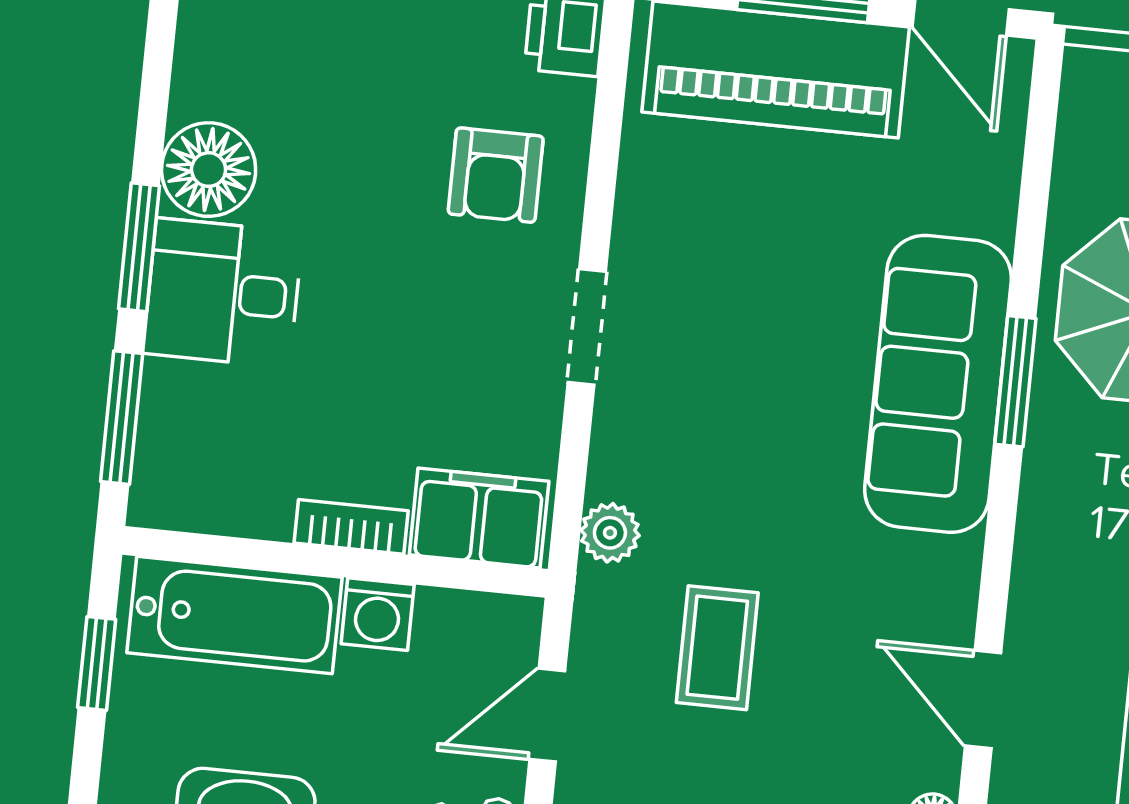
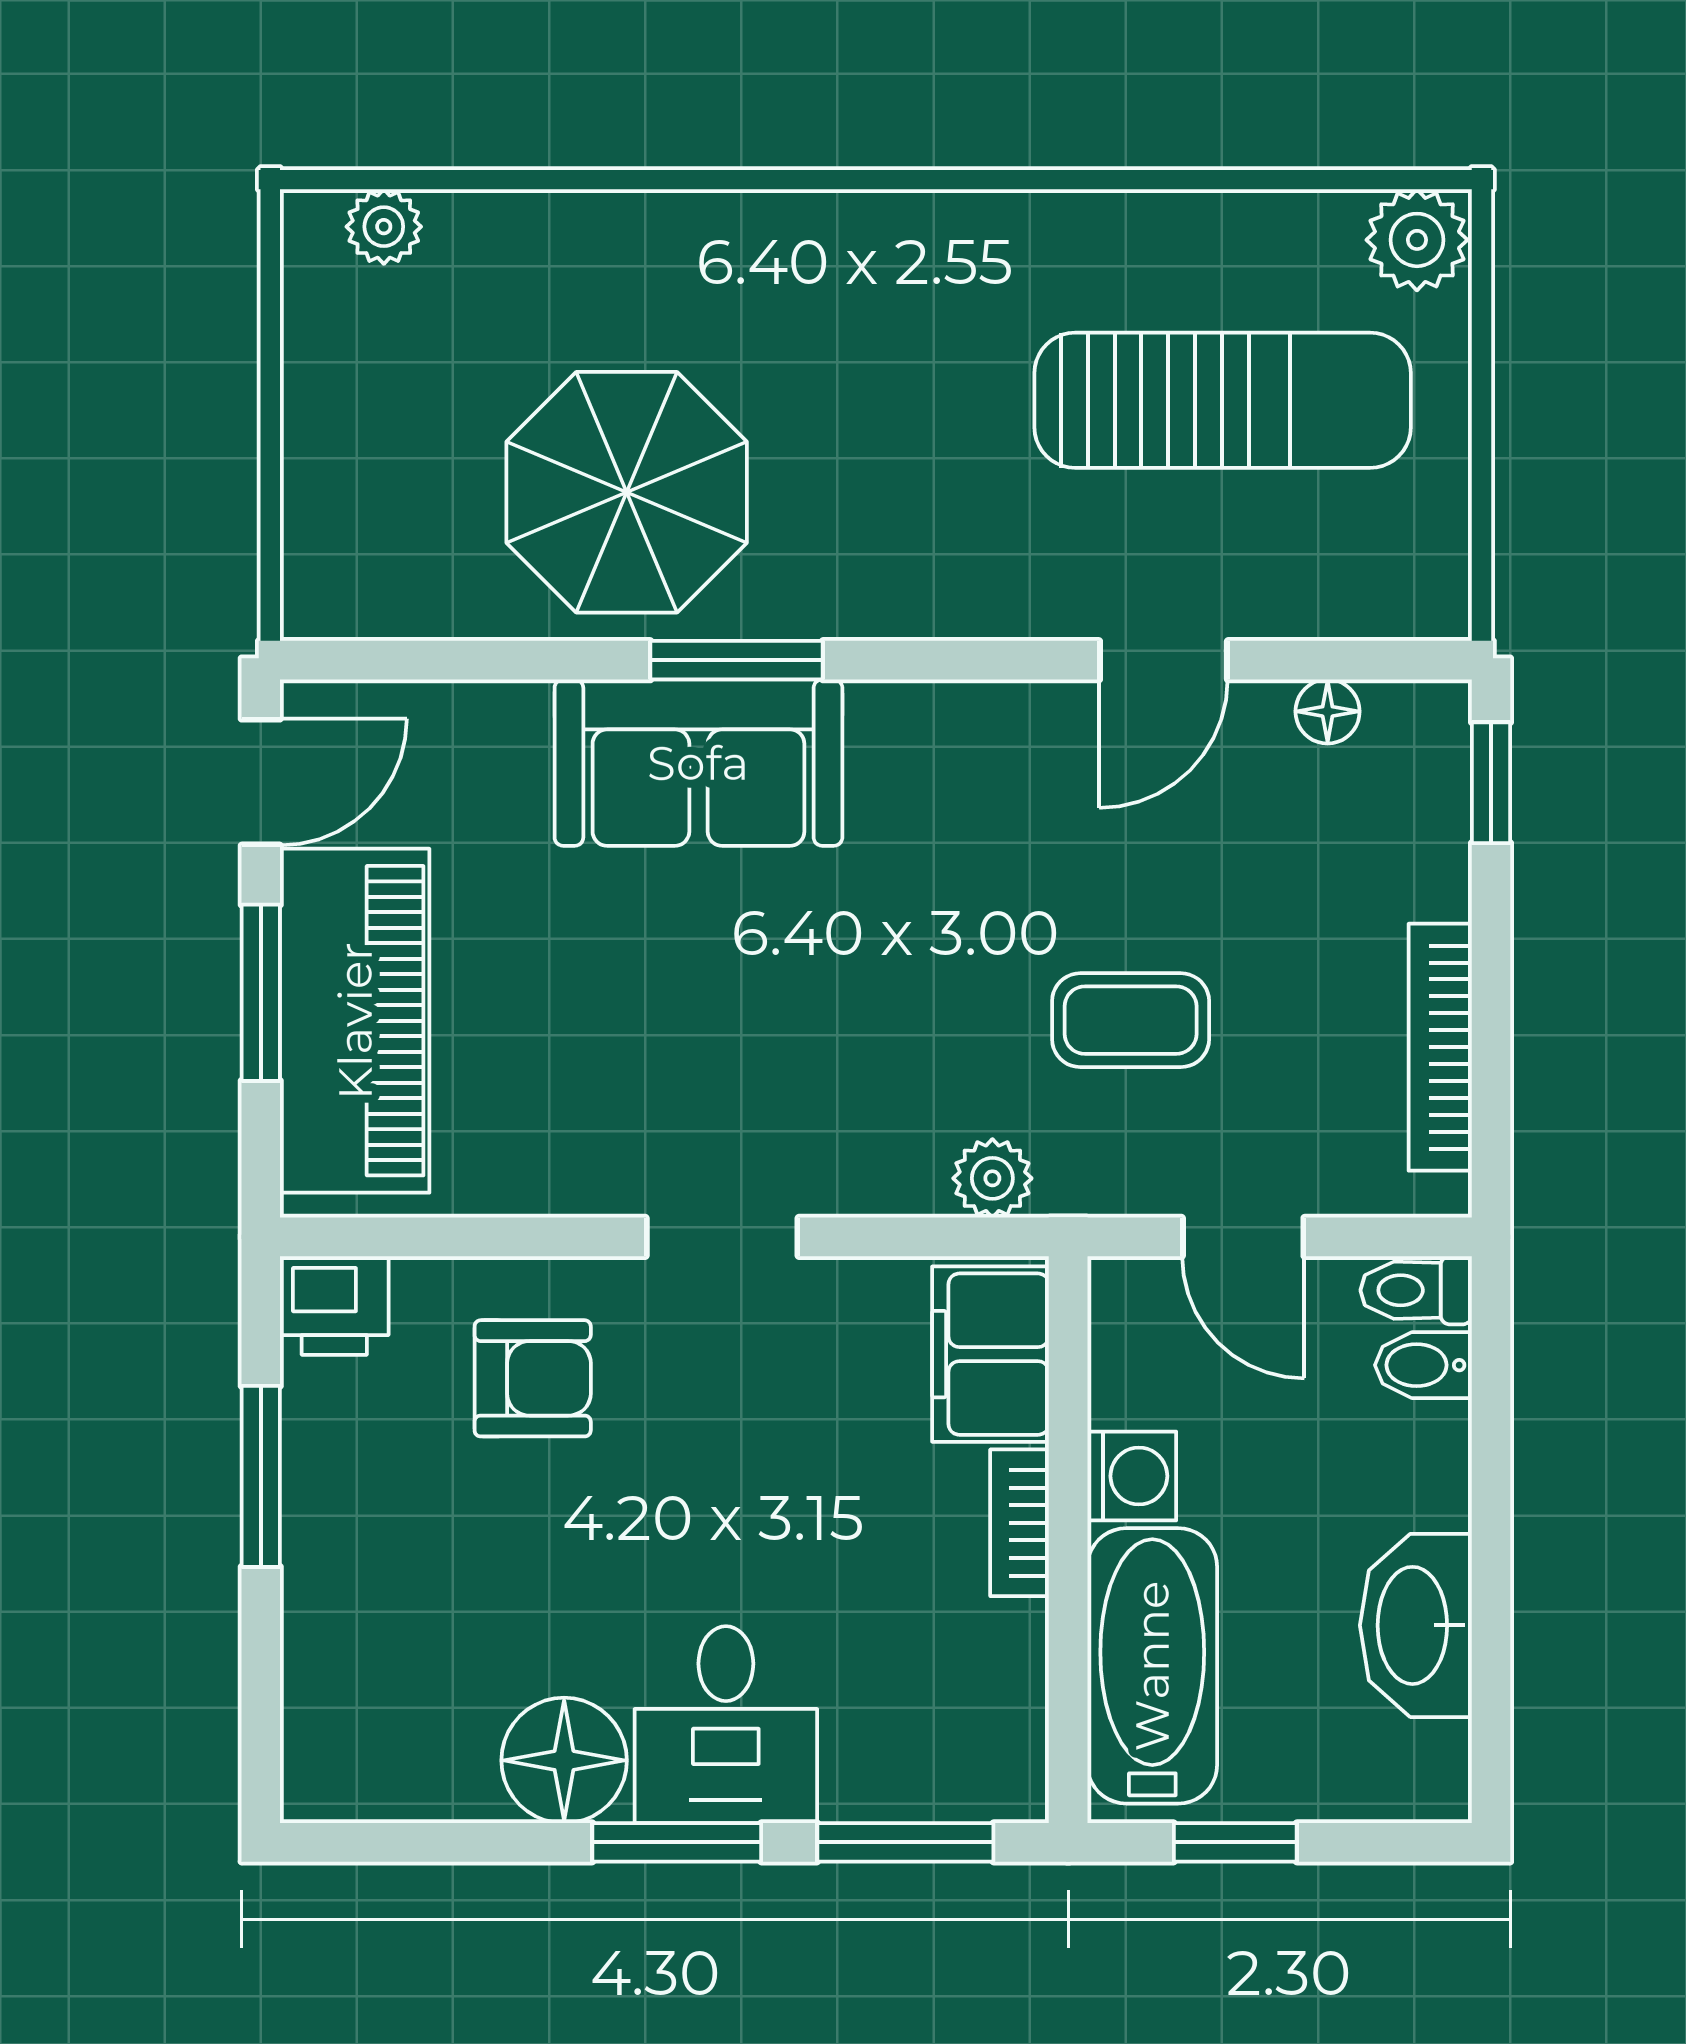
sofa: (938, 384) -> (698, 763), width x0.73

